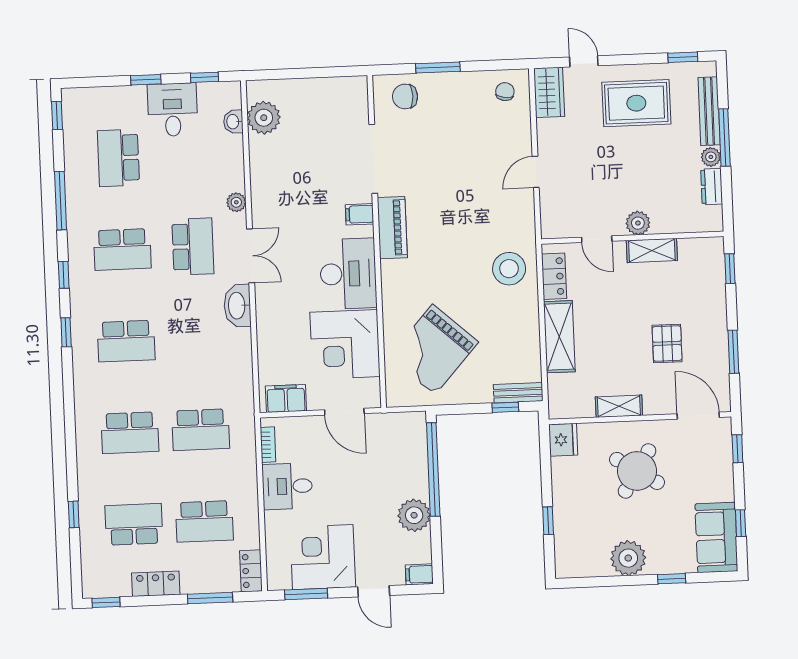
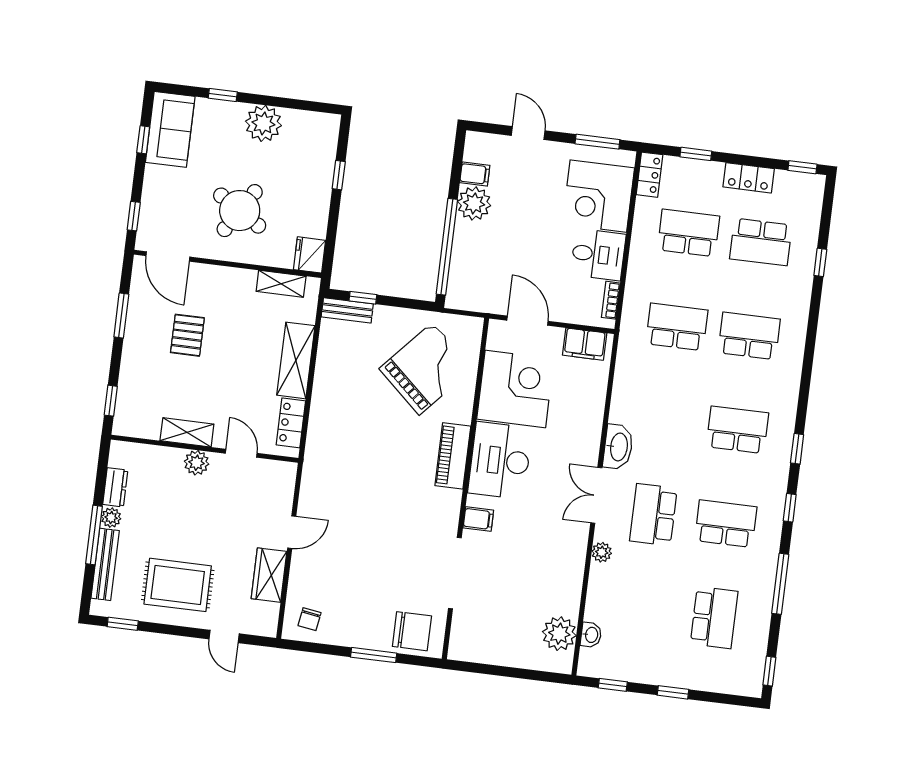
wardrobe: (549, 92) -> (269, 575), moved
chair: (405, 96) -> (412, 631), width x1.37, depth x1.37
desk: (173, 110) -> (651, 657), removed
piano: (392, 228) -> (453, 456), moved
stool: (509, 269) -> (335, 438), removed
shelving: (619, 406) -> (281, 284), moved
corner desk: (323, 557) -> (598, 196), moved, turned 90
filing cabinet: (419, 574) -> (475, 174), moved
window: (210, 598) -> (696, 154), width x0.67

